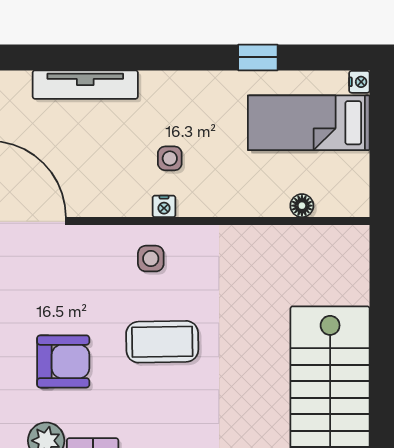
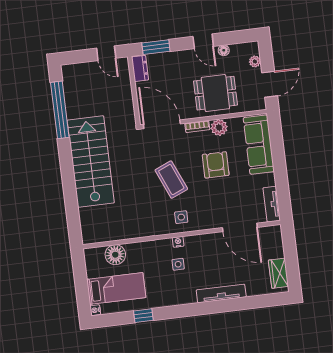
floor lamp: (302, 206) -> (115, 255), width x1.89, depth x1.89
coffee table: (162, 342) -> (171, 180), turned 68
armchair: (63, 361) -> (216, 165), turned 90

